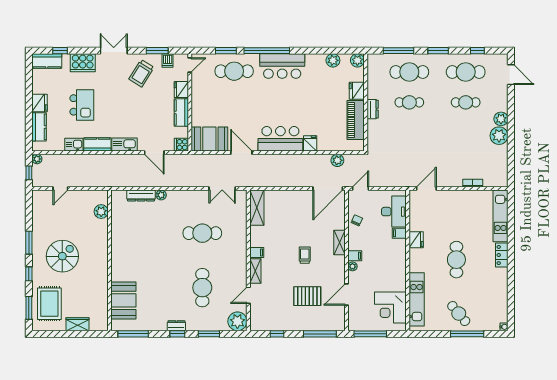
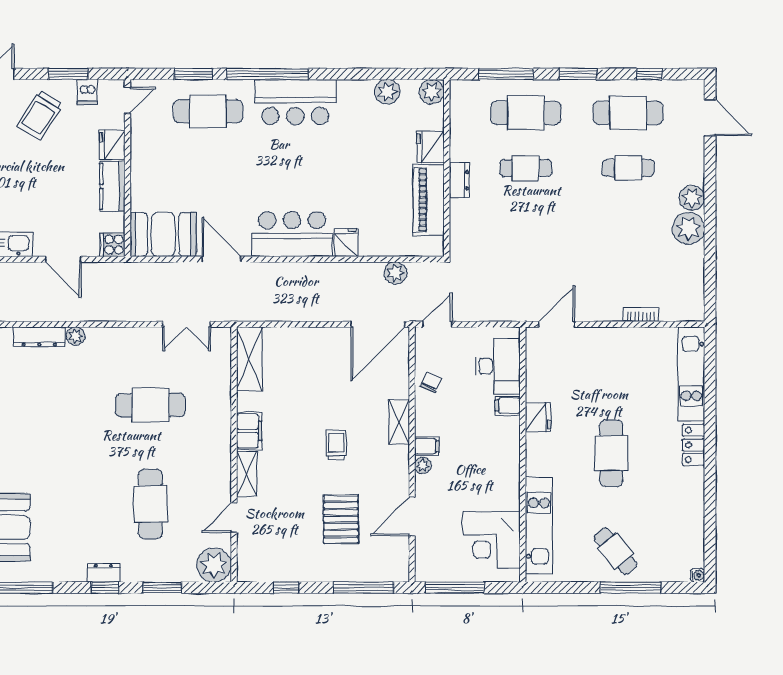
filing cabinet: (257, 252) -> (249, 431), width x2.00
pallet: (307, 296) -> (341, 519), turned 90

